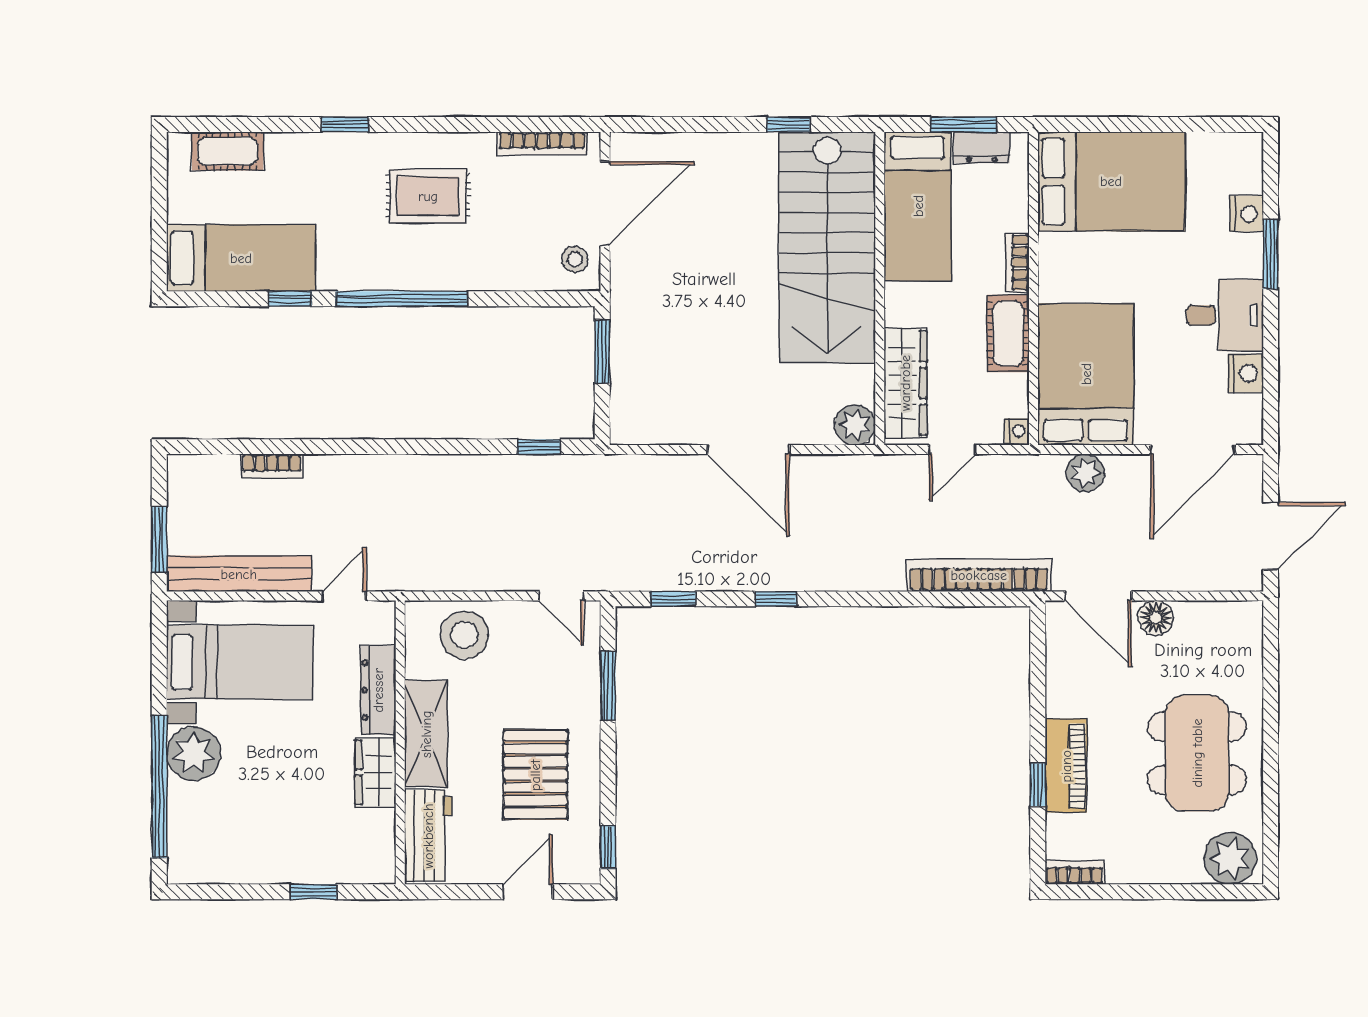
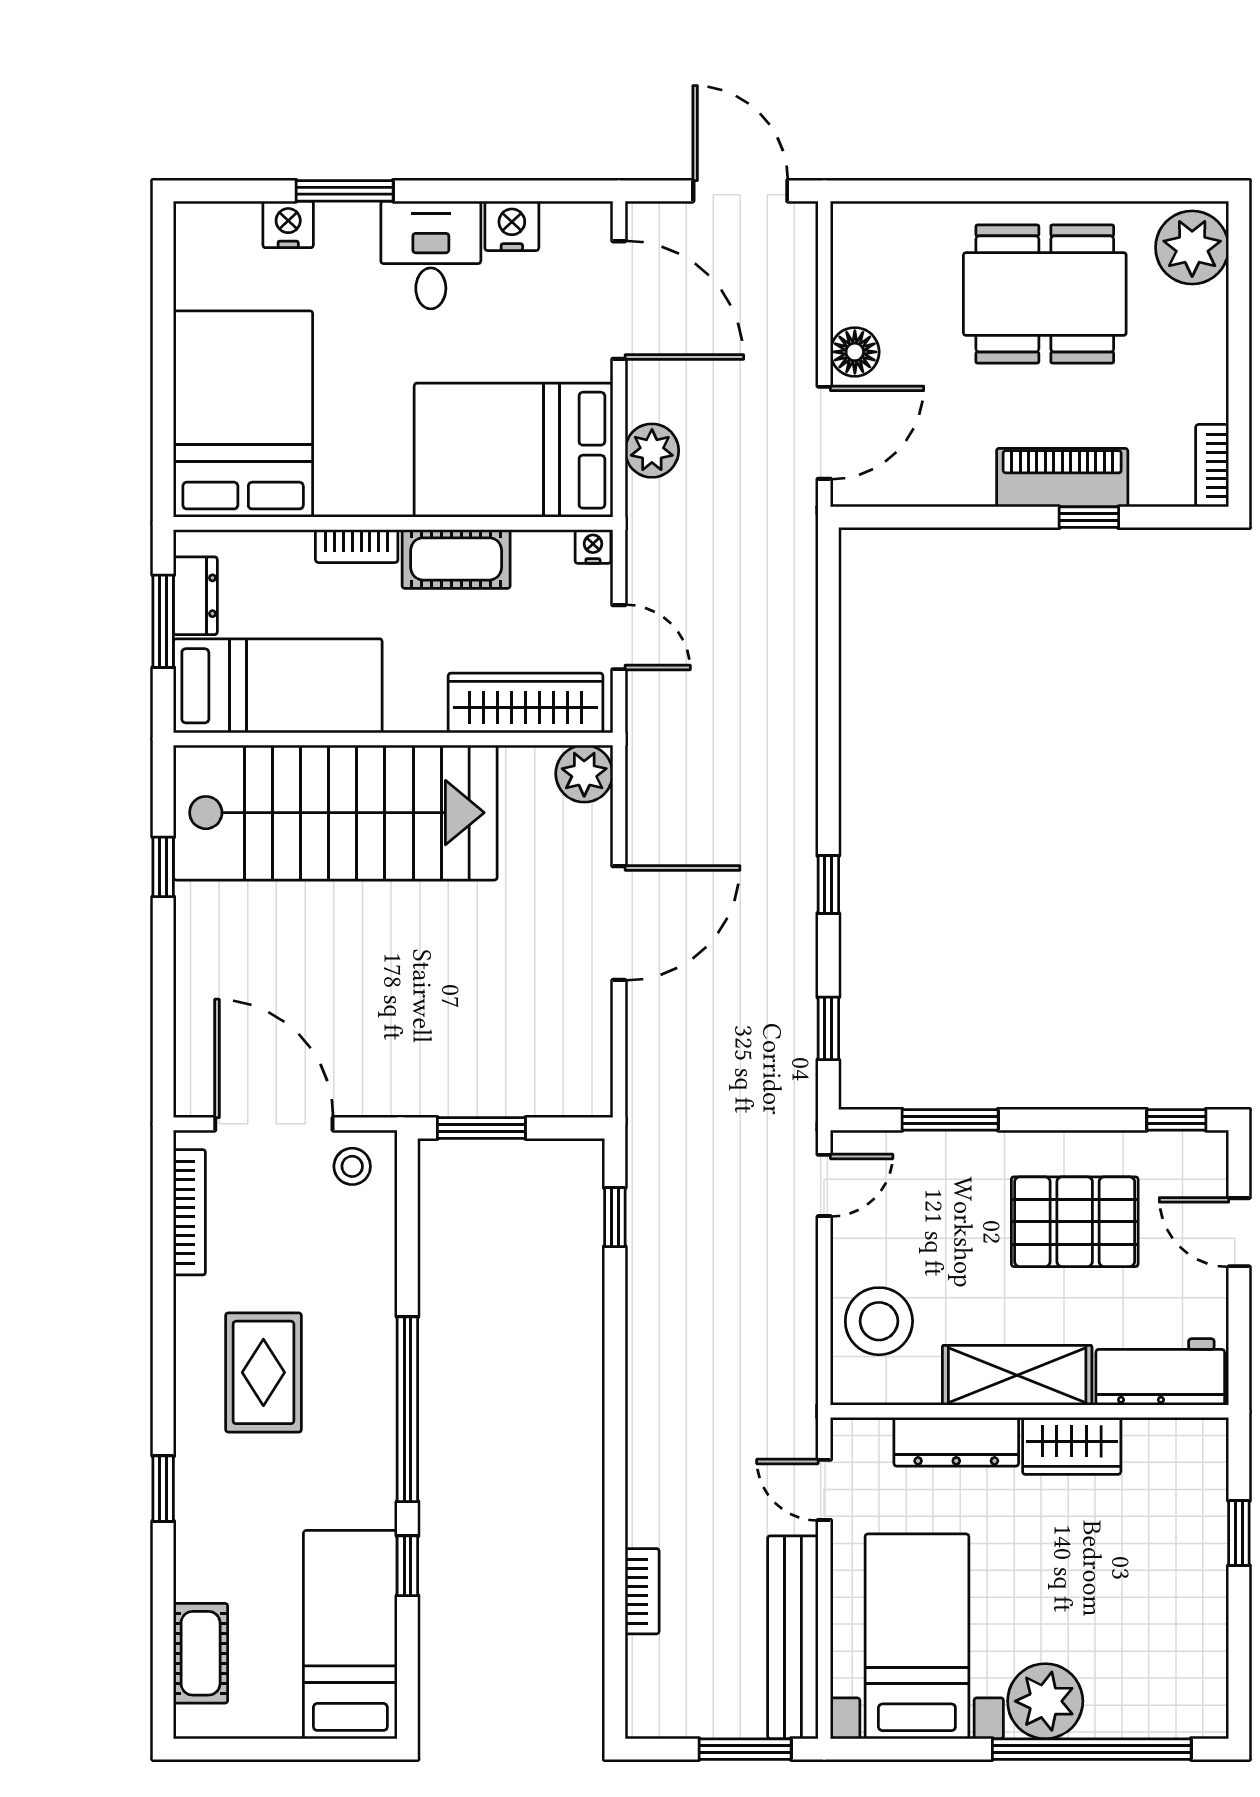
bookcase: (979, 575) -> (795, 600), removed

